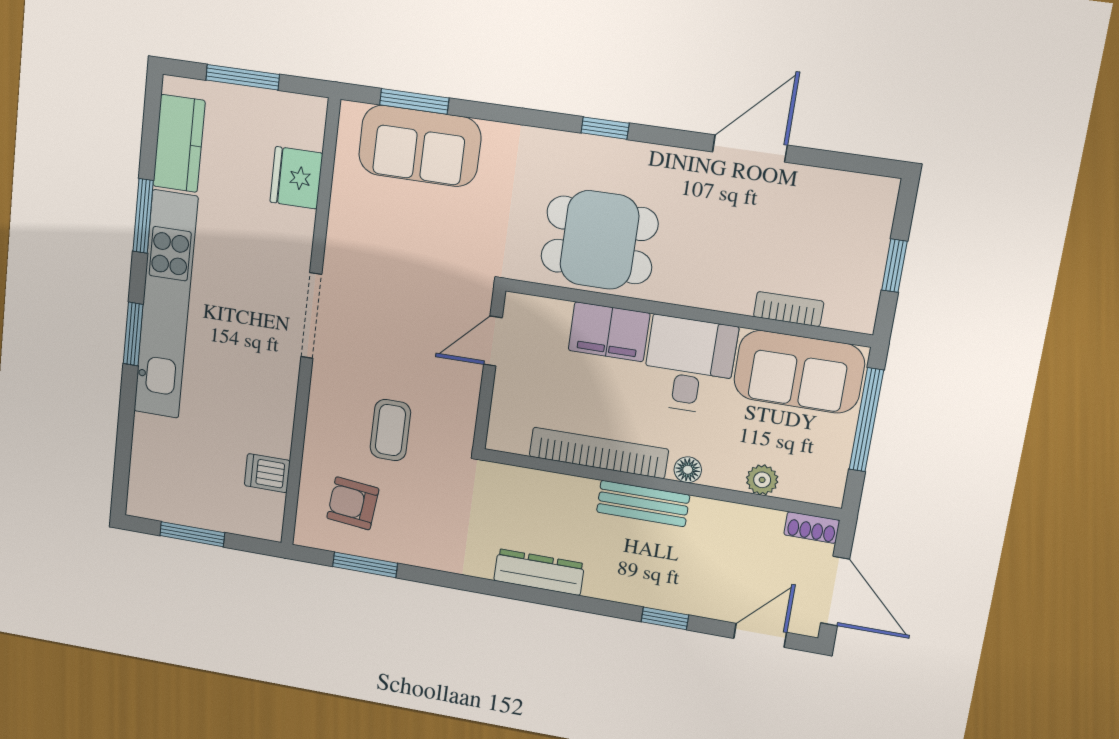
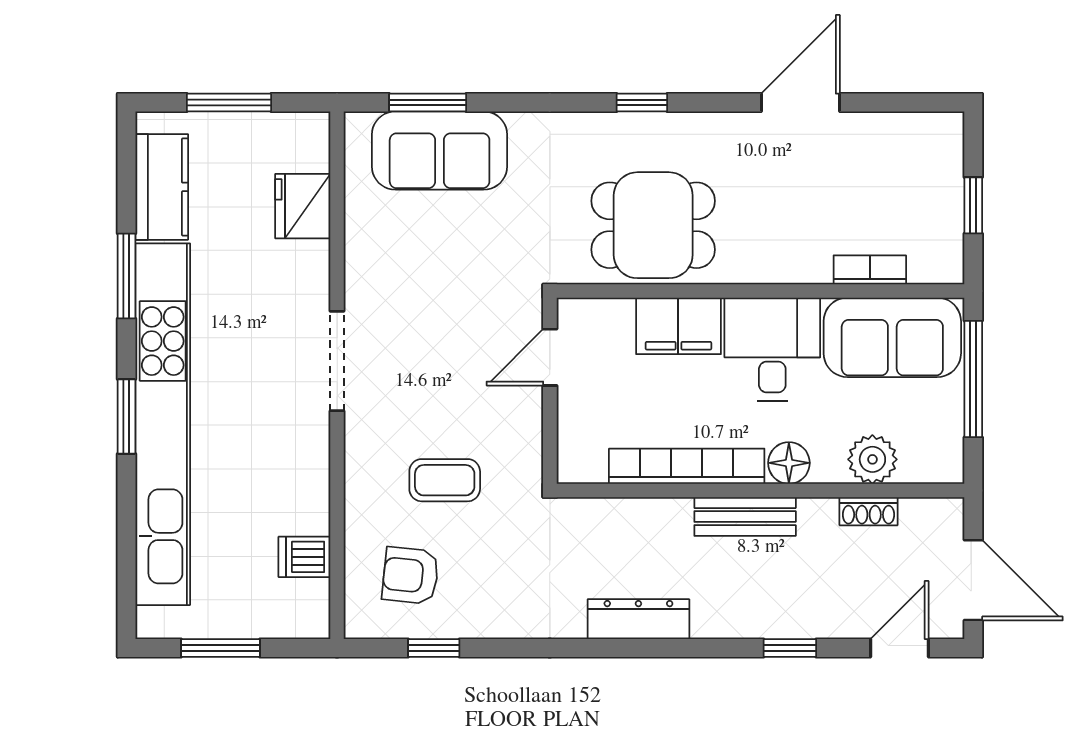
kitchen unit: (166, 305) -> (163, 424), width x1.36
coffee table: (390, 430) -> (445, 480), turned 90
floor lamp: (688, 470) -> (789, 463), width x1.37, depth x1.37
plant: (762, 480) -> (872, 459), width x1.38, depth x1.38
shoe rack: (812, 528) -> (869, 511), moved
window: (365, 565) -> (434, 648), width x0.67

